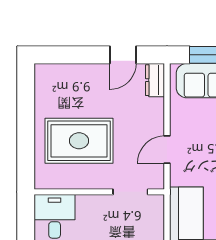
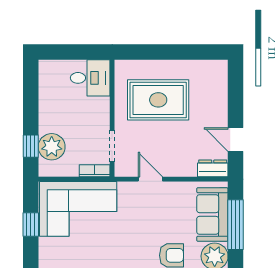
rug: (79, 141) -> (158, 100), turned 90
bookcase: (158, 211) -> (95, 171), added

